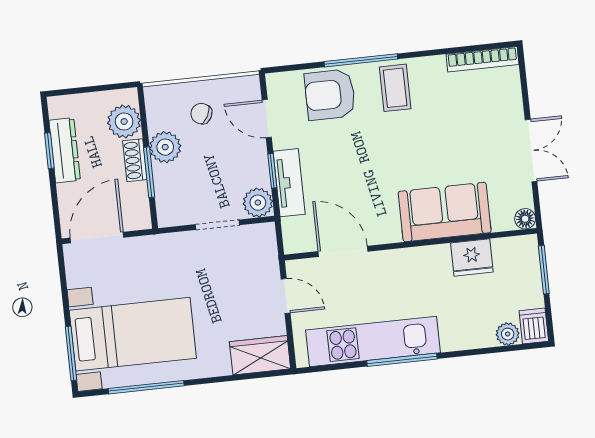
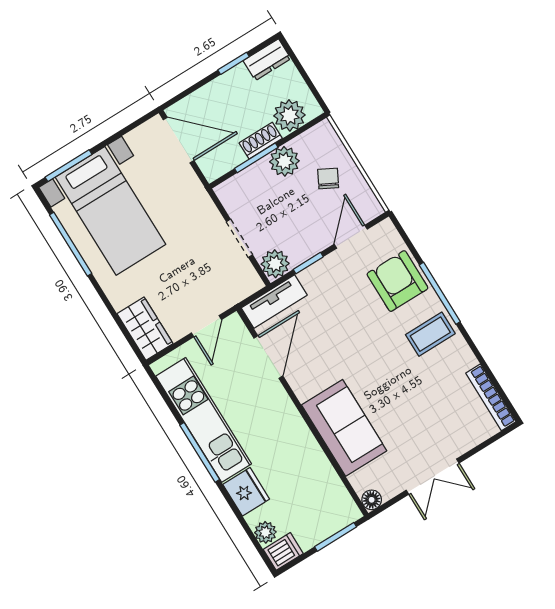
dresser: (65, 150) -> (267, 60), moved, width x0.70
tv unit: (289, 183) -> (274, 301), moved
fridge: (472, 258) -> (246, 492), moved, turned 180

